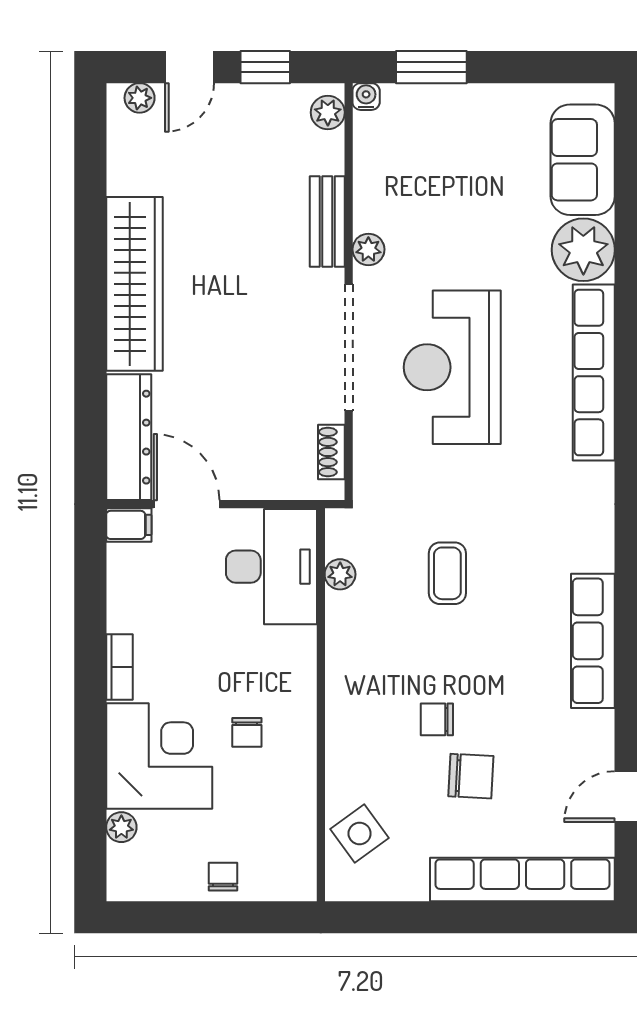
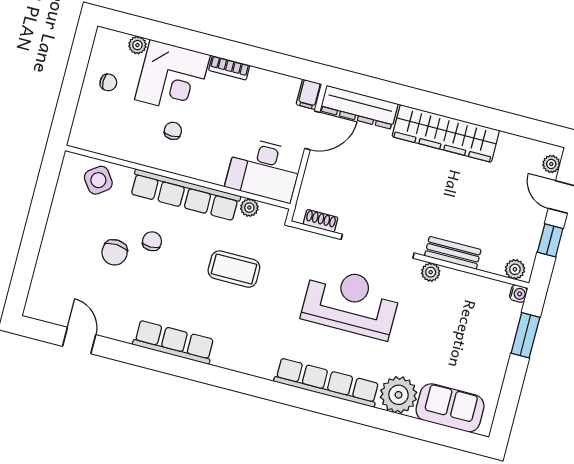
coffee table: (447, 573) -> (234, 269), width x1.36, depth x1.30
chair: (247, 732) -> (173, 131), turned 90
chair: (223, 877) -> (108, 82), moved
row of seats: (522, 879) -> (185, 195), moved, turned 90

